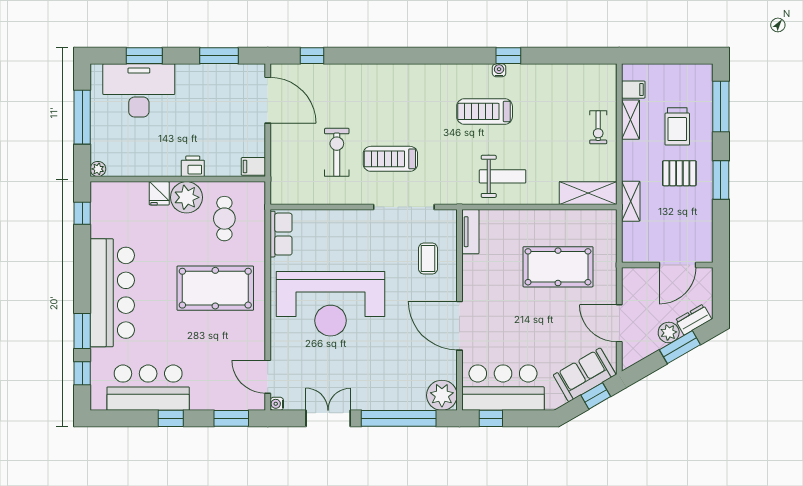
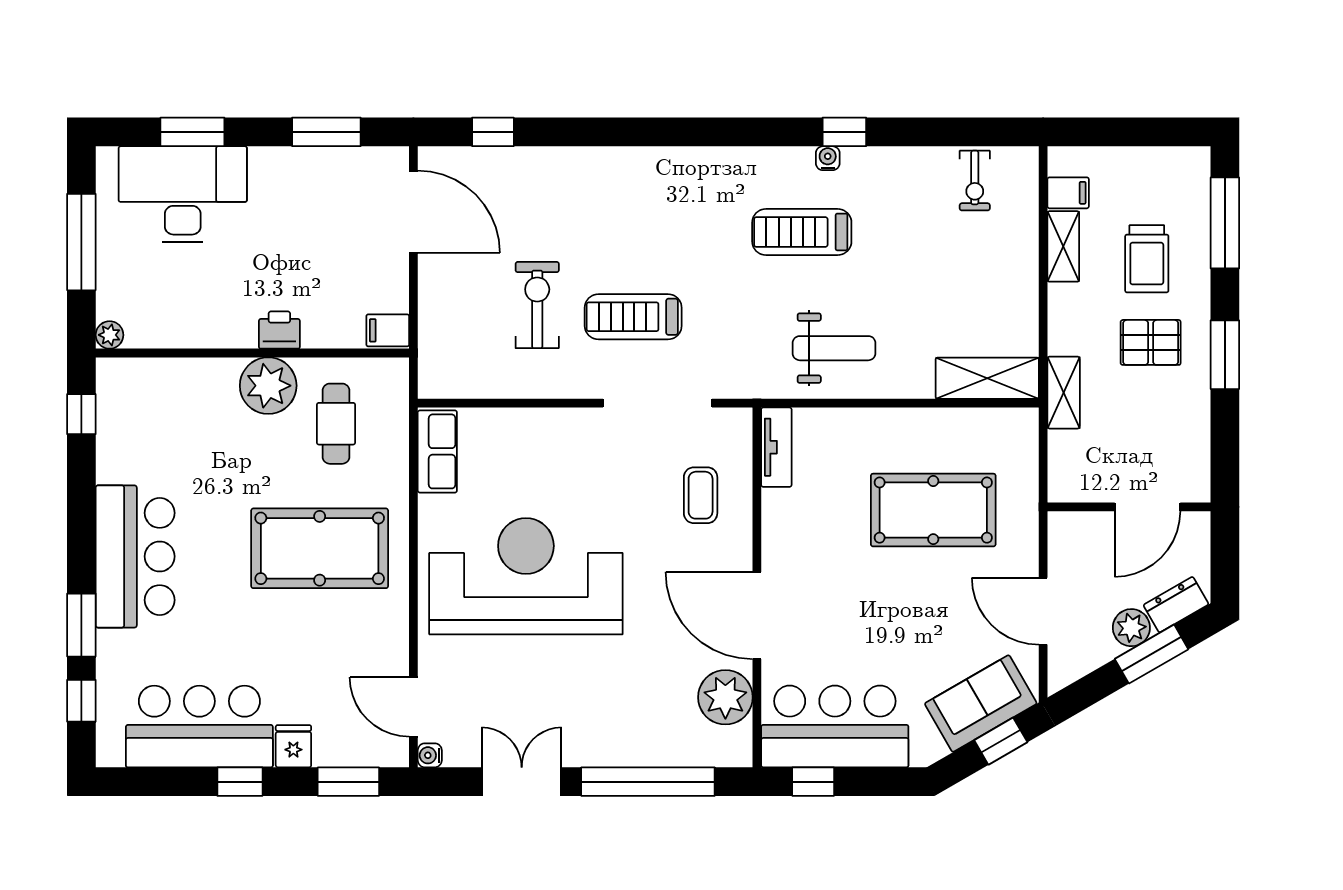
exercise bike: (598, 127) -> (975, 181), moved
fridge: (159, 193) -> (293, 746), moved, turned 180
bar counter: (112, 293) -> (135, 556), width x0.73
reception desk: (330, 304) -> (526, 576), turned 180
plant: (442, 395) -> (725, 697), moved

